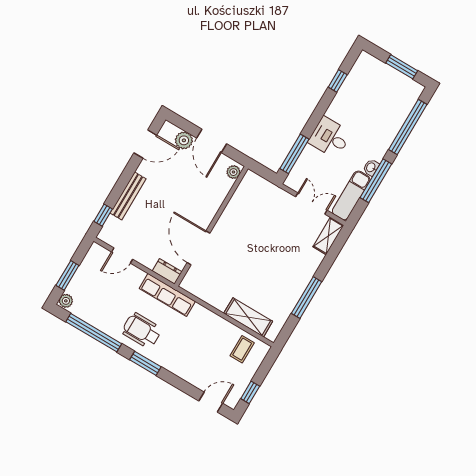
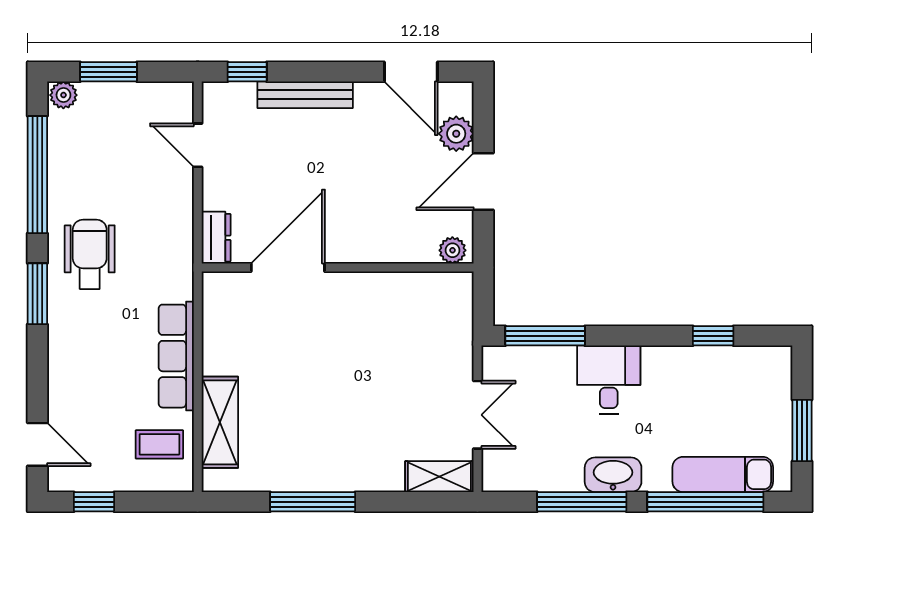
washbasin: (371, 167) -> (613, 475), width x1.91, depth x1.45
exam couch: (351, 195) -> (723, 474), moved
row of seats: (167, 295) -> (176, 356), moved

